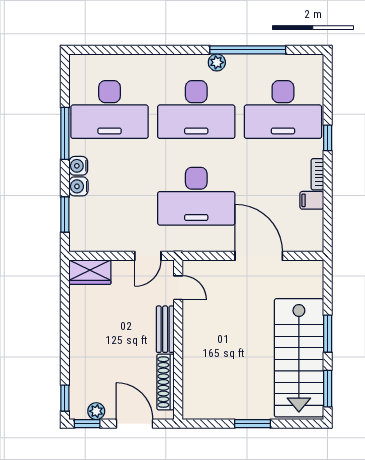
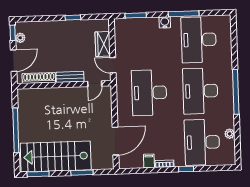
window: (248, 50) -> (236, 92), moved
plant: (217, 62) -> (230, 134), moved
water cooler: (78, 186) -> (153, 23), removed
door: (259, 256) -> (115, 141), moved
wardrobe: (90, 272) -> (103, 44), moved
window: (328, 334) -> (82, 173), moved
window: (65, 398) -> (73, 18), moved
window: (253, 424) -> (16, 130), width x2.11

